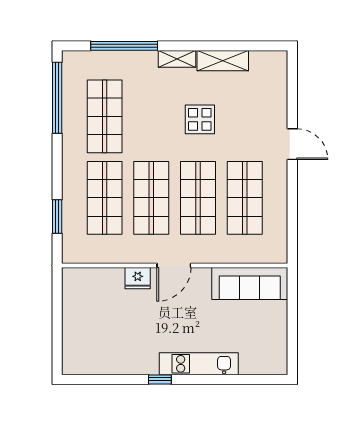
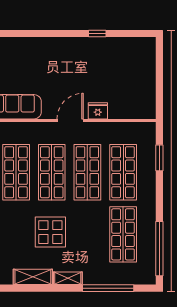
display table: (200, 119) -> (50, 232), width x1.36, depth x1.36
kitchen unit: (199, 364) -> (51, 45), removed
window: (160, 379) -> (97, 34), moved

